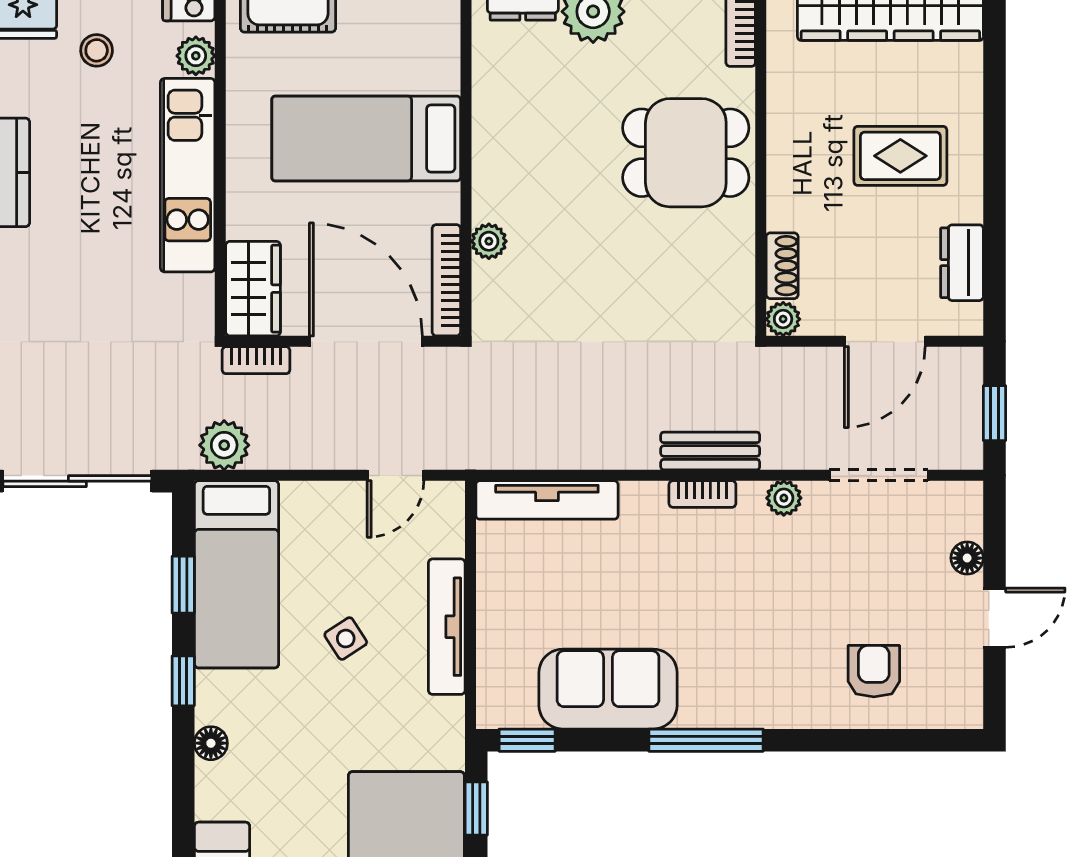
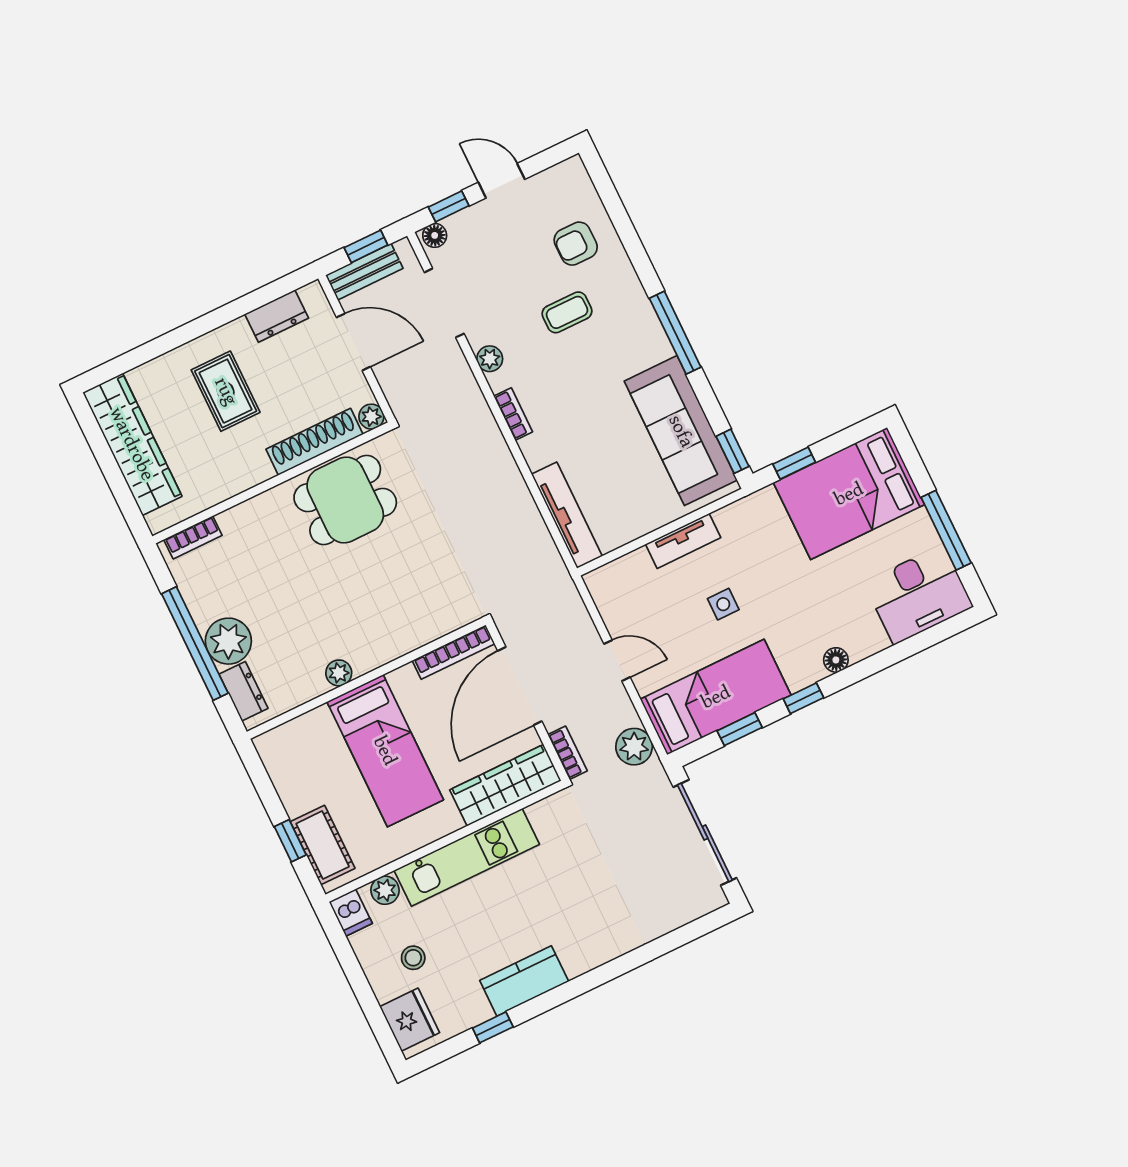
dining table: (686, 153) -> (345, 500), moved, turned 90
plant: (489, 241) -> (339, 673), moved
shoe rack: (782, 266) -> (315, 442), width x1.94, depth x1.24
wardrobe: (253, 289) -> (505, 785), width x1.50
bench: (710, 451) -> (364, 272), moved, turned 90
door: (396, 475) -> (617, 661), moved
window: (994, 538) -> (449, 206), added
floor lamp: (967, 558) -> (435, 235), moved
coffee table: (795, 620) -> (567, 312), added
tv unit: (447, 627) -> (683, 541), width x0.71
side table: (346, 639) -> (723, 604), turned 33
sofa: (608, 689) -> (681, 431), width x1.36

